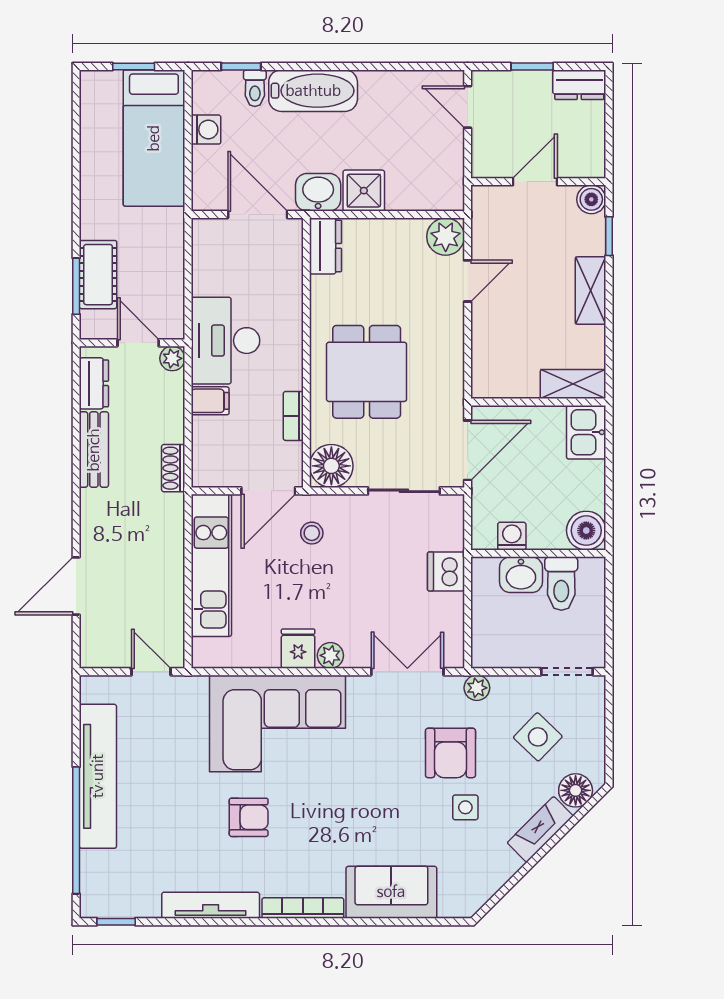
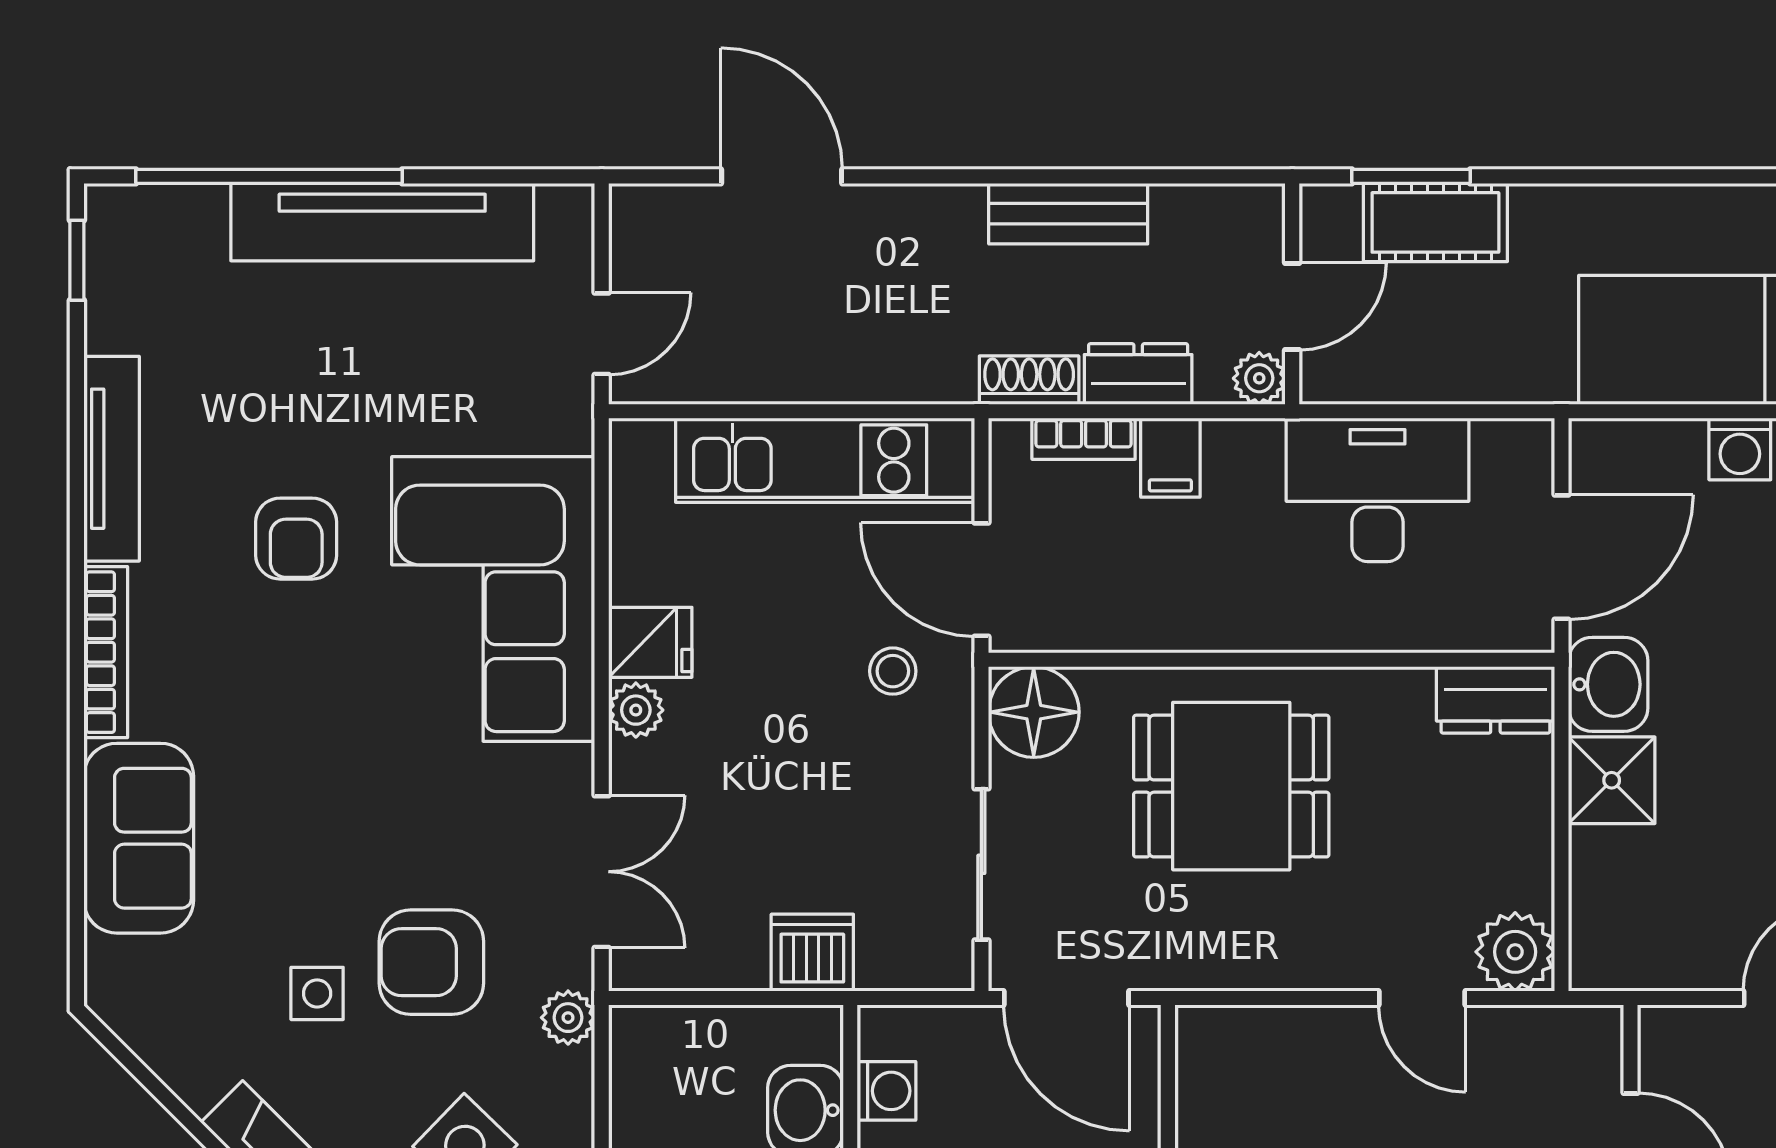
desk: (225, 341) -> (1378, 490), moved
dresser: (94, 383) -> (1138, 374), moved, turned 180
bookcase: (293, 416) -> (1084, 439), moved, turned 180

